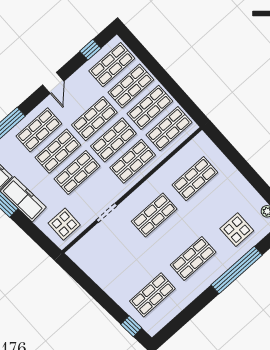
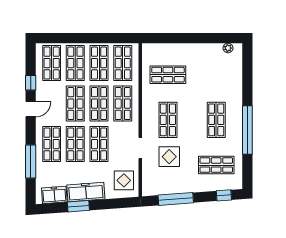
window: (90, 50) -> (31, 83), moved
door: (53, 83) -> (31, 109), hinge flipped
shop shelf: (195, 179) -> (168, 75), turned 90
display table: (237, 230) -> (169, 157), moved
window: (237, 270) -> (247, 130), moved
window: (89, 286) -> (176, 199), added
shop shelf: (152, 295) -> (216, 165), turned 90

